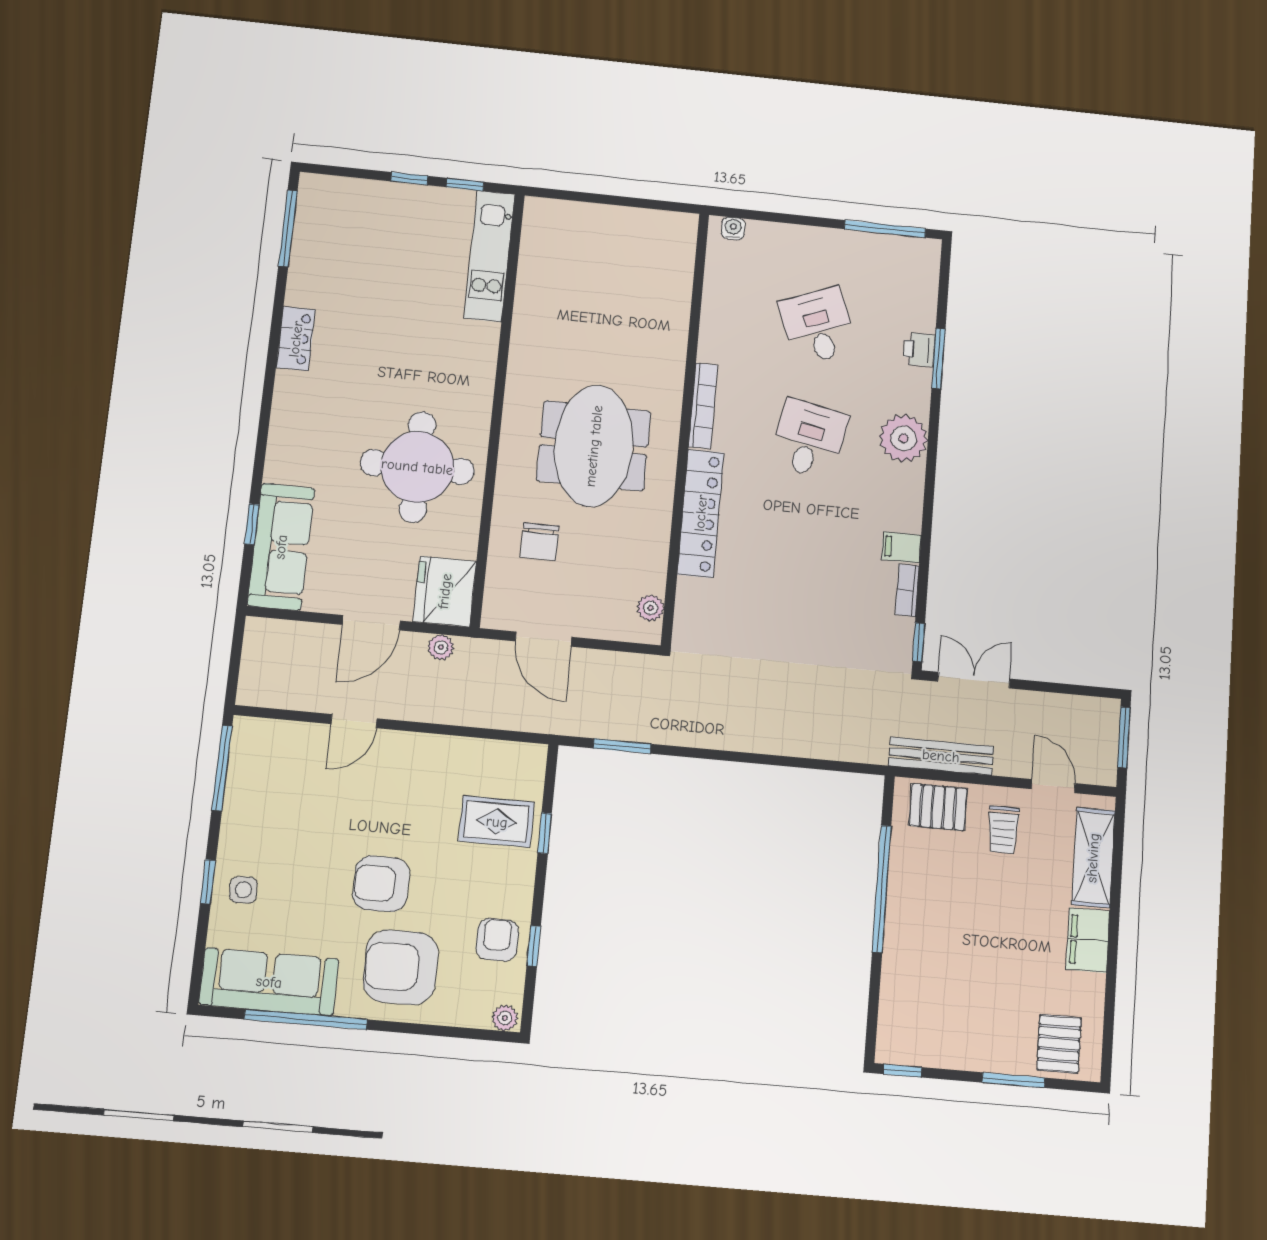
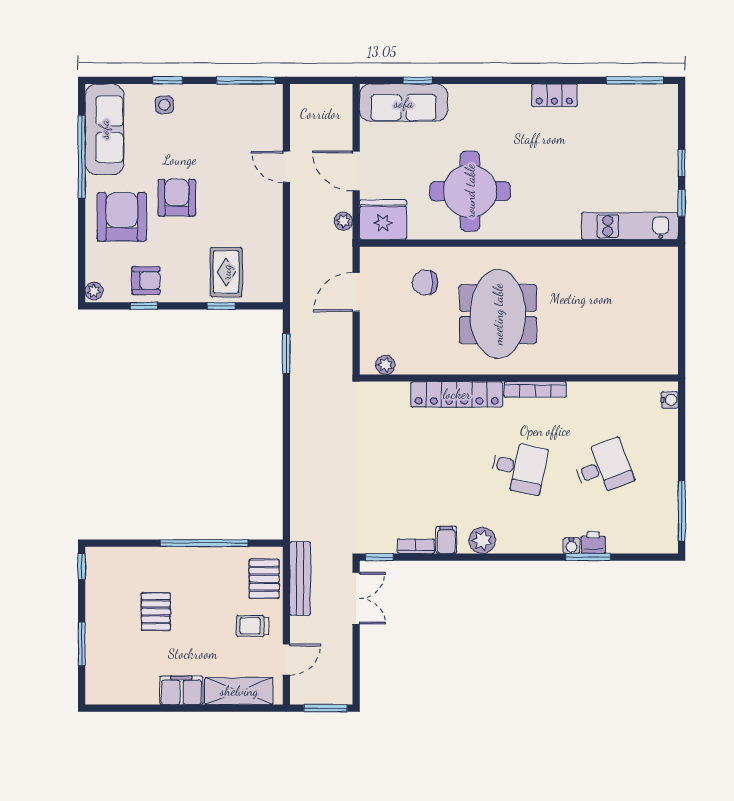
water cooler: (921, 379) -> (572, 546), added
plant: (903, 438) -> (482, 540), moved, width x0.73, depth x0.73
meeting table: (594, 446) -> (498, 314), turned 90
pallet: (1059, 1044) -> (156, 612), moved, turned 90

